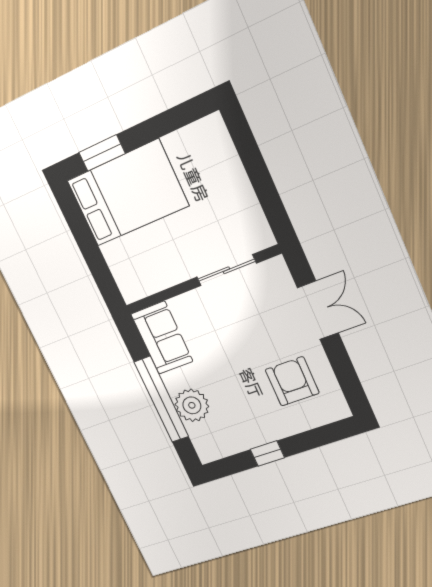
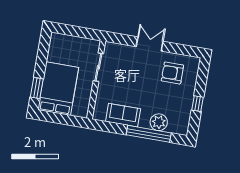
sliding door: (226, 270) -> (98, 67), moved
wall: (202, 280) -> (96, 80), moved

